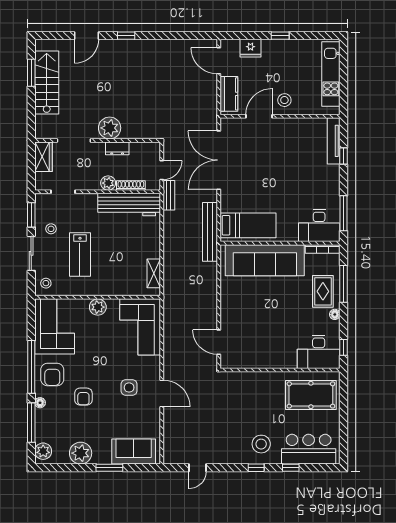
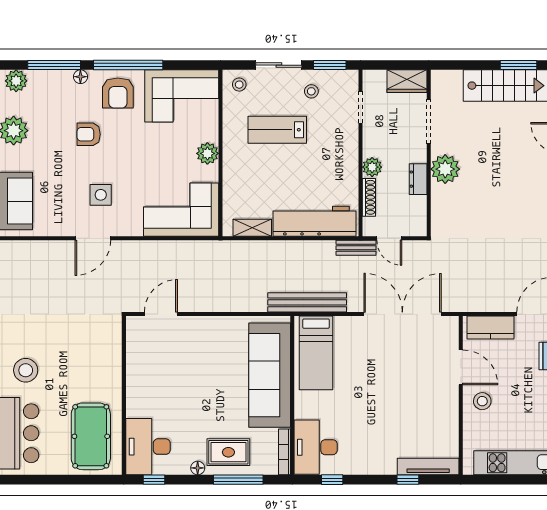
workbench: (129, 205) -> (314, 221), moved, turned 90
window: (344, 213) -> (332, 480), width x0.46
armchair: (52, 375) -> (118, 93), turned -90

